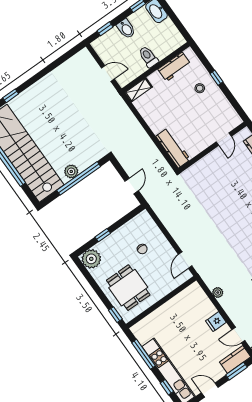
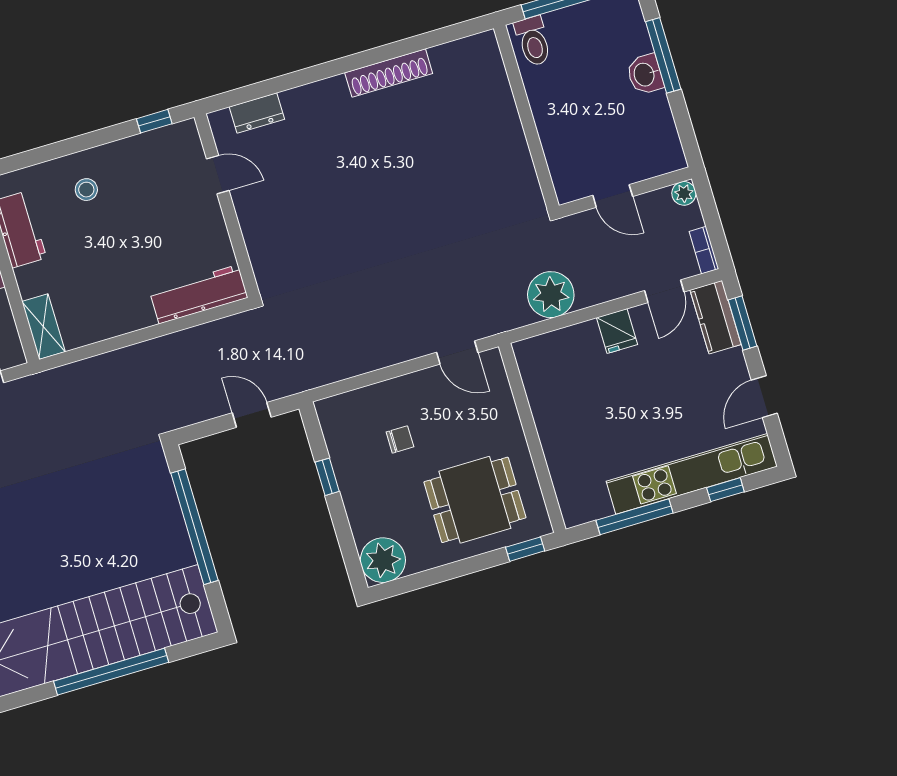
window: (216, 78) -> (154, 121), moved
plant: (71, 171) -> (174, 538), removed
window: (103, 235) -> (327, 477), moved
plant: (218, 293) -> (551, 295), width x1.88, depth x1.88

